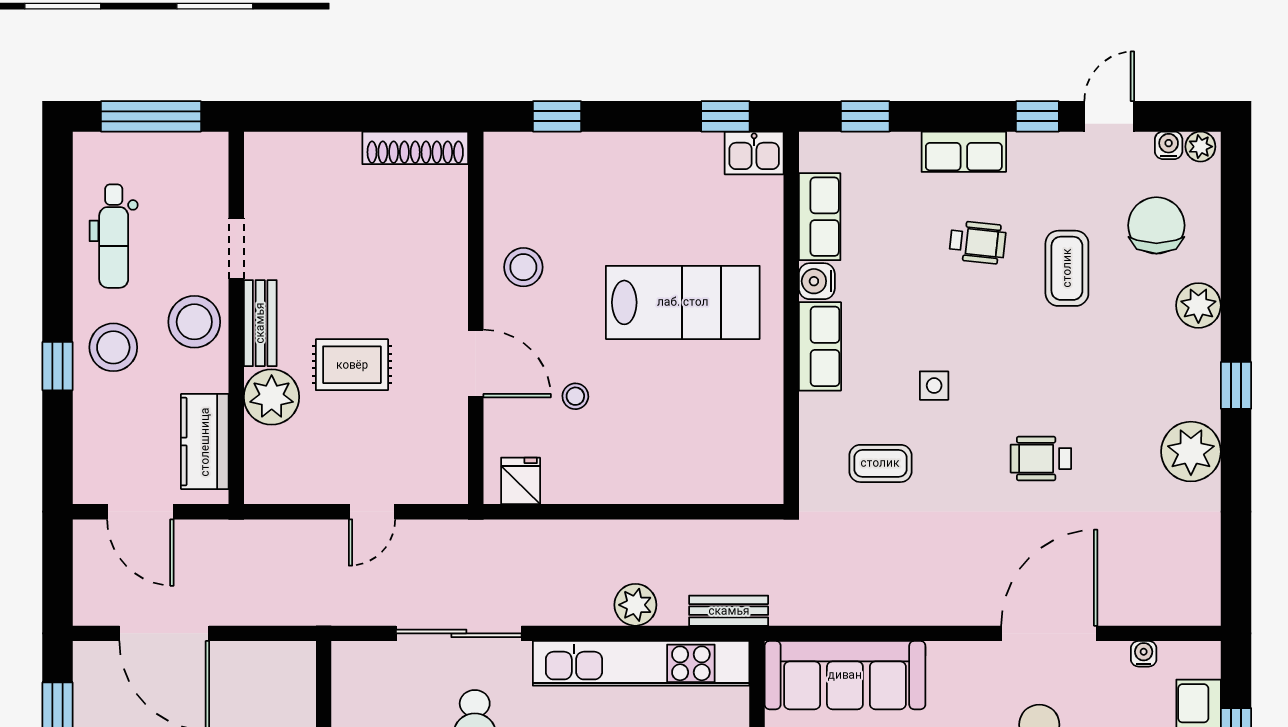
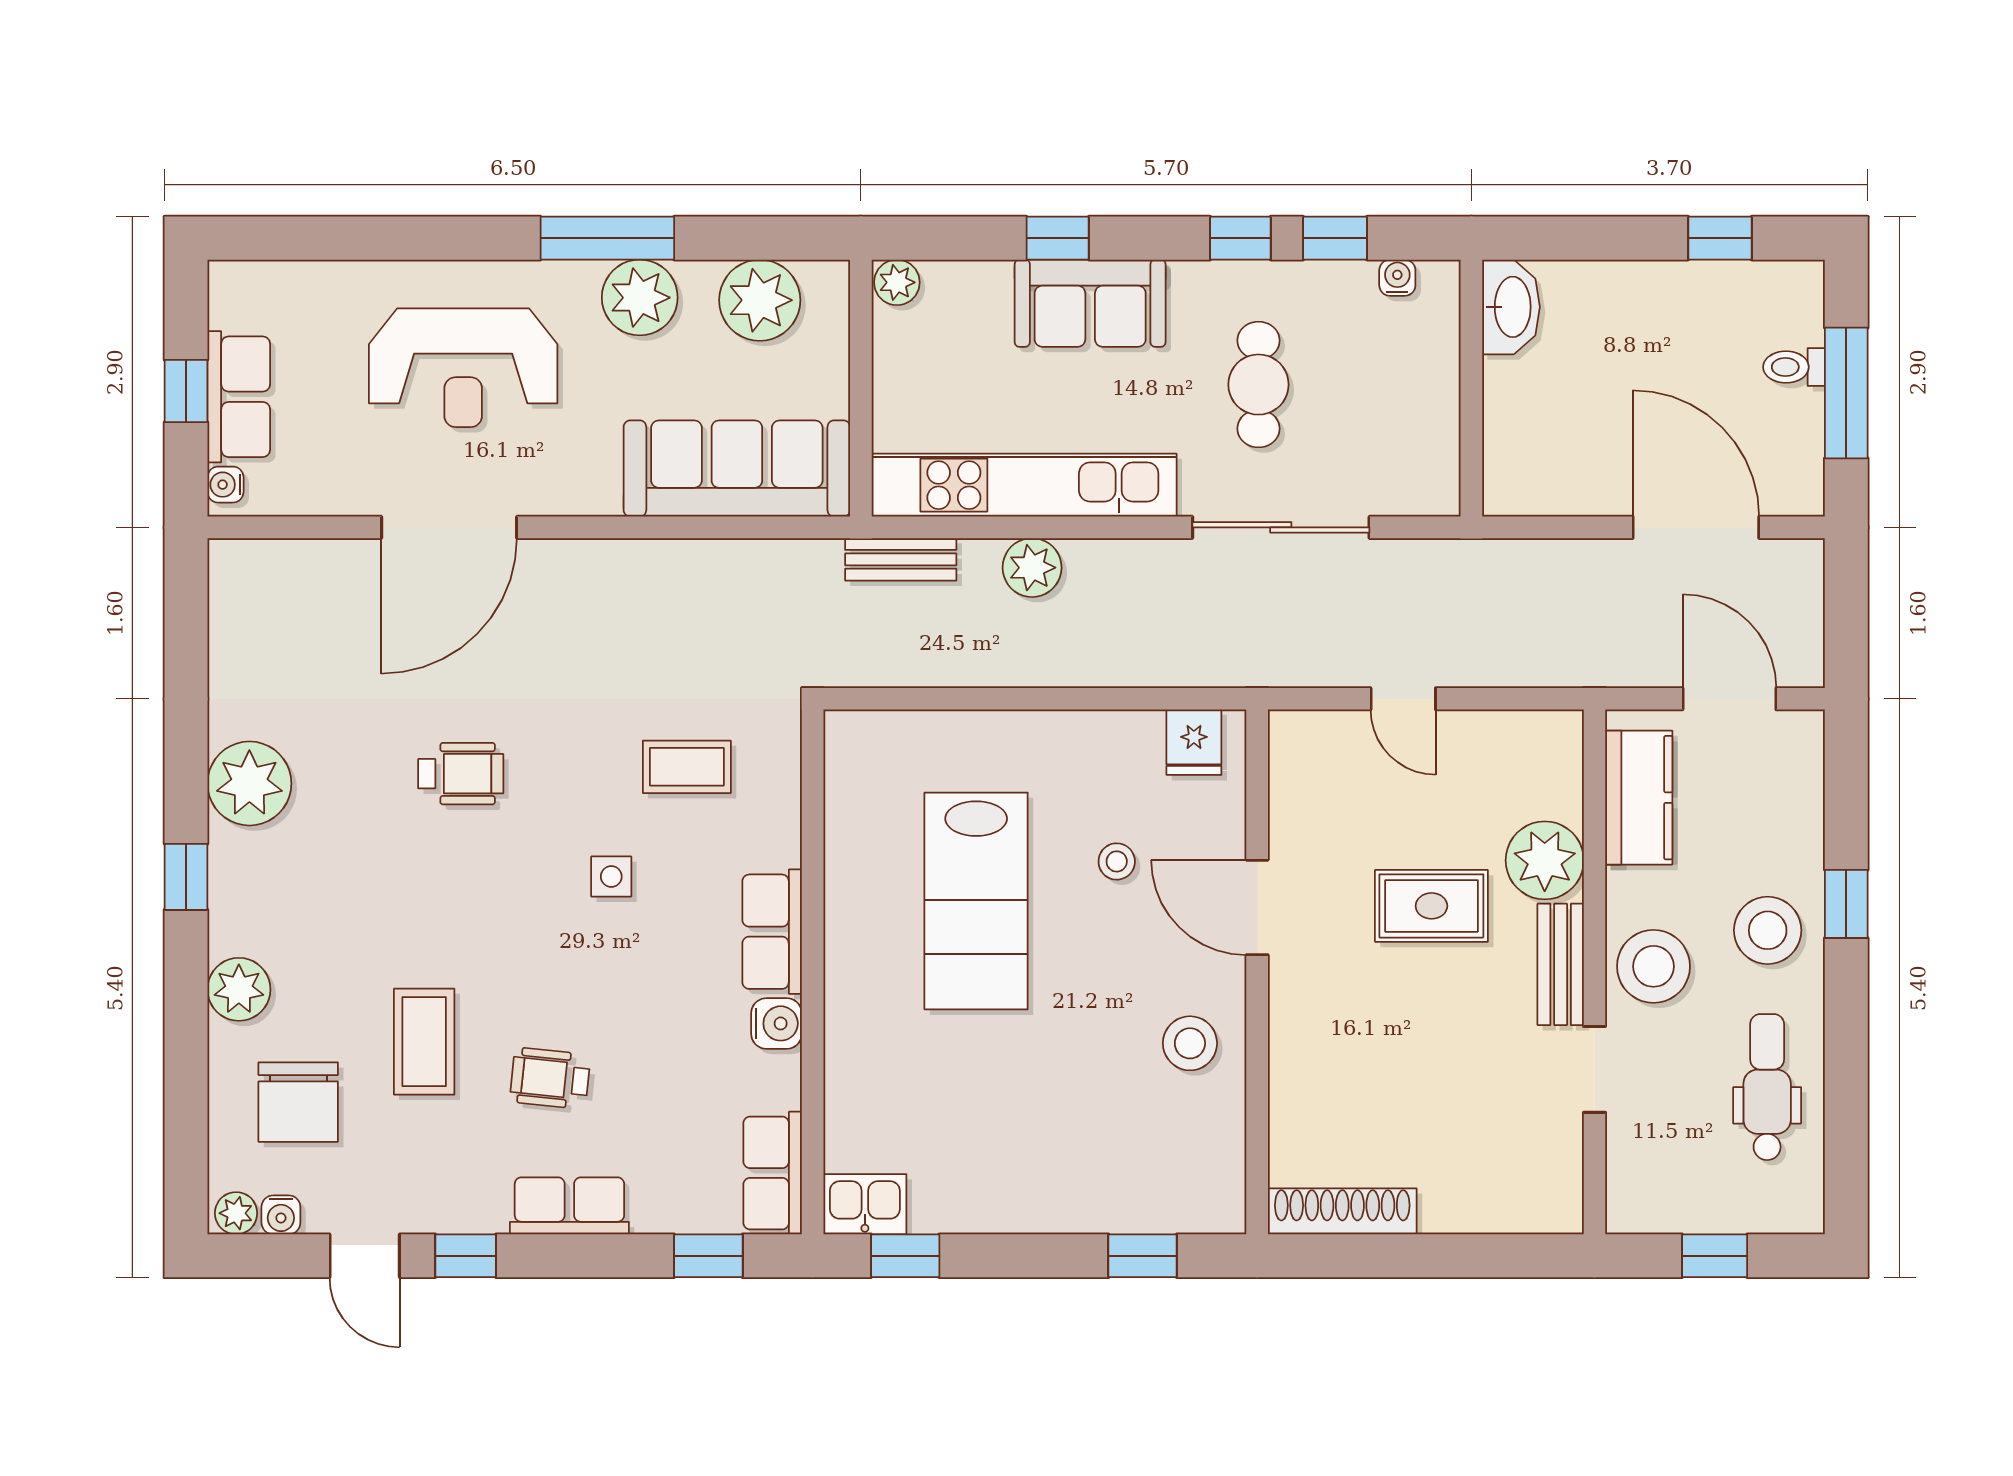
window: (151, 116) -> (1715, 1256), width x0.46
door: (1109, 116) -> (365, 1256), hinge flipped
row of seats: (820, 217) -> (773, 1173), moved
lab bench: (683, 302) -> (976, 901), moved, turned -90
door: (372, 512) -> (1403, 699), swing flipped
water cooler: (1144, 654) -> (225, 485), moved, turned 90

